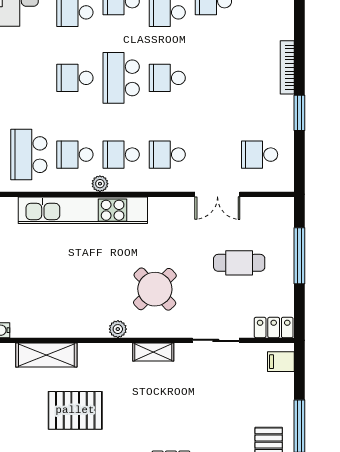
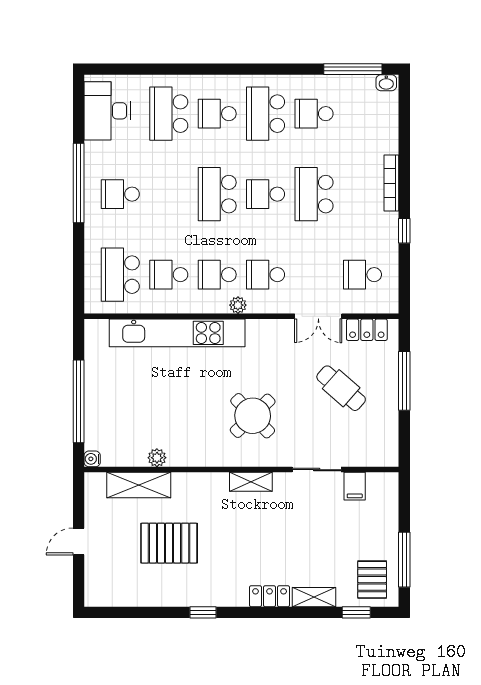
school desk: (75, 78) -> (120, 194), moved
school desk: (213, 78) -> (314, 194), added
window: (299, 113) -> (404, 231), width x0.67
plant: (100, 184) -> (238, 305), moved
cafe table: (239, 263) -> (341, 388), turned 41
locker: (274, 328) -> (367, 330), moved, turned 180
plant: (118, 329) -> (157, 458), moved
filing cabinet: (281, 362) -> (355, 486), moved, turned -90

